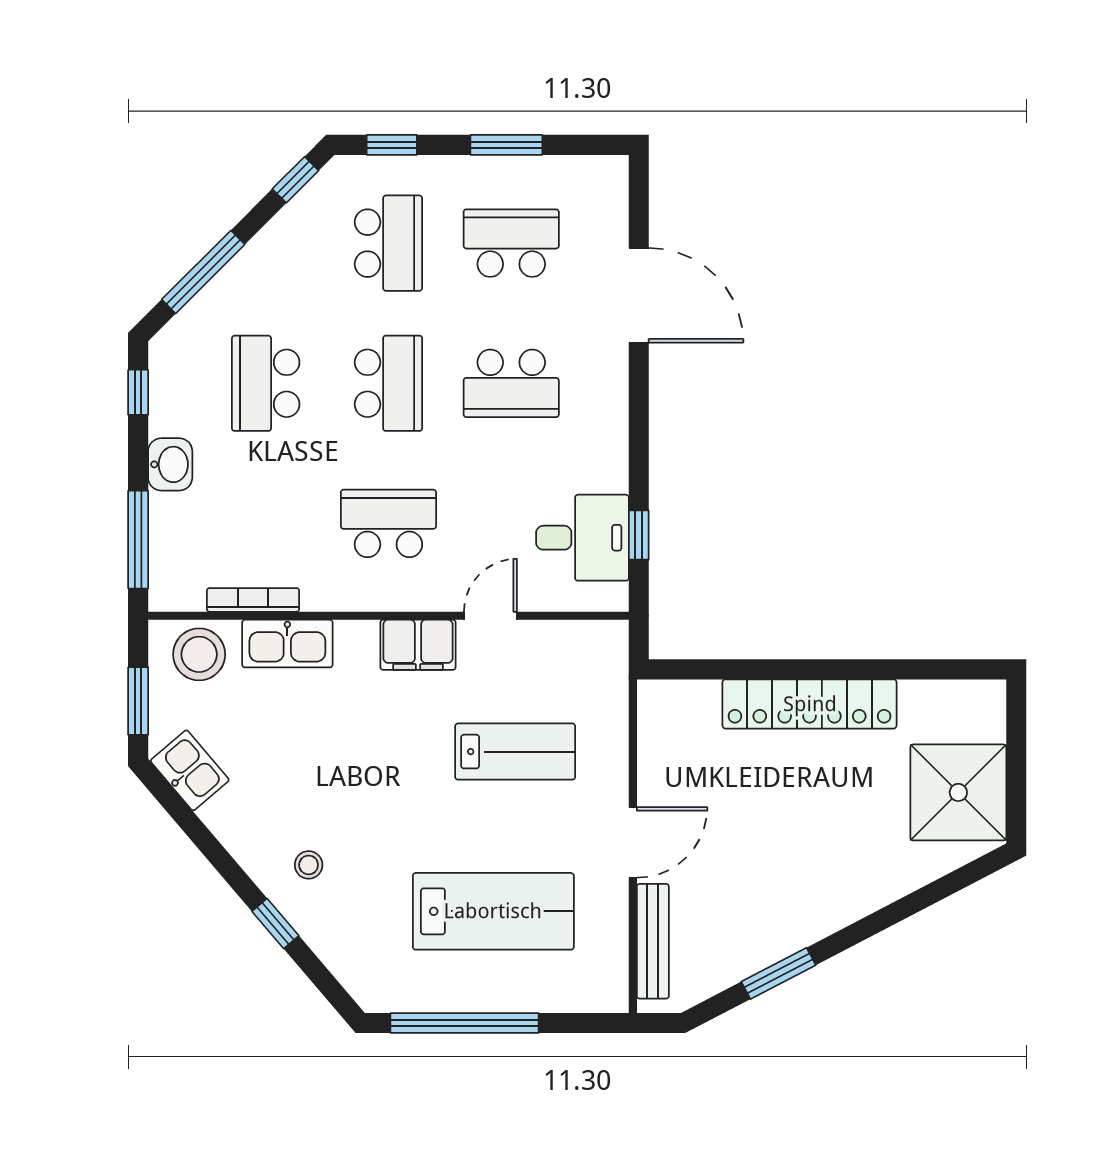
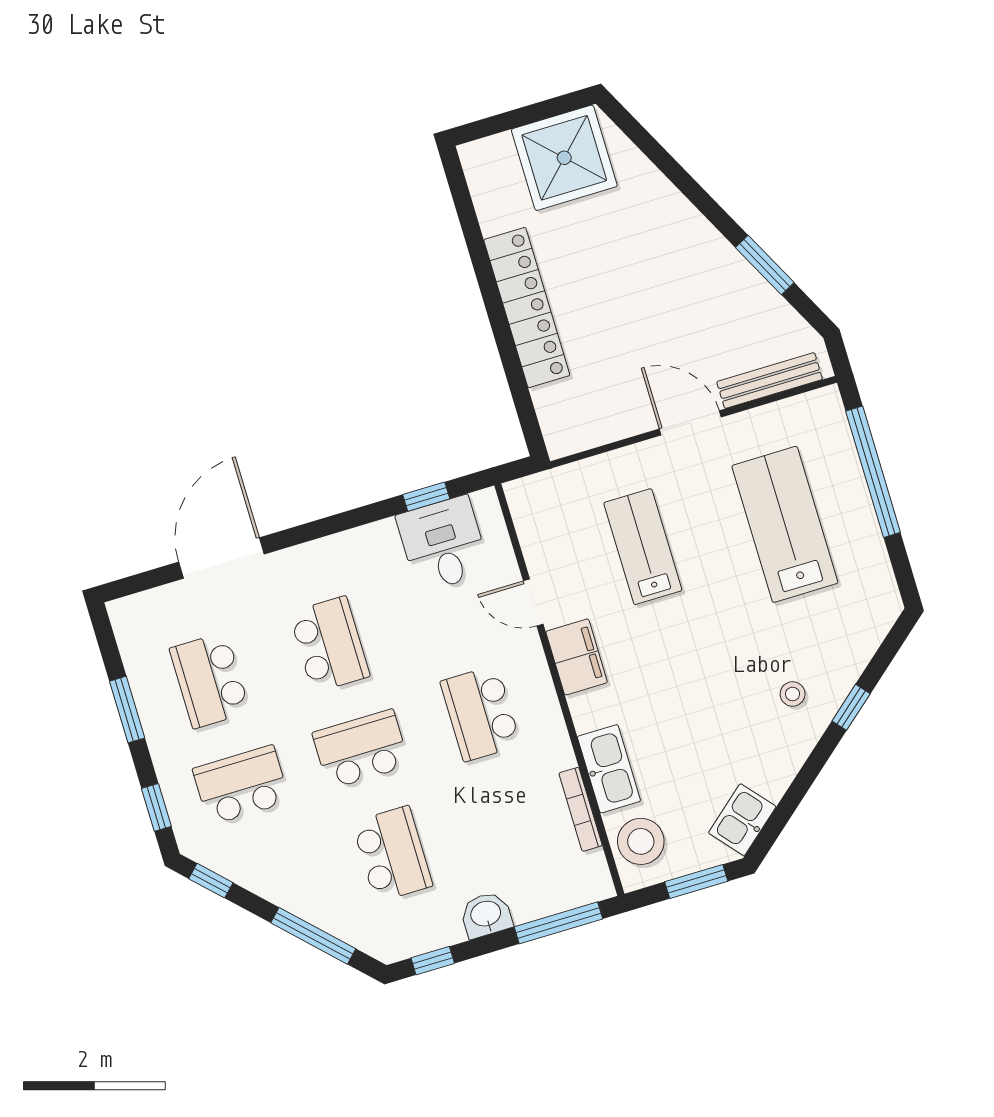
school desk: (266, 383) -> (392, 854), turned -90
window: (465, 1023) -> (873, 472), moved

